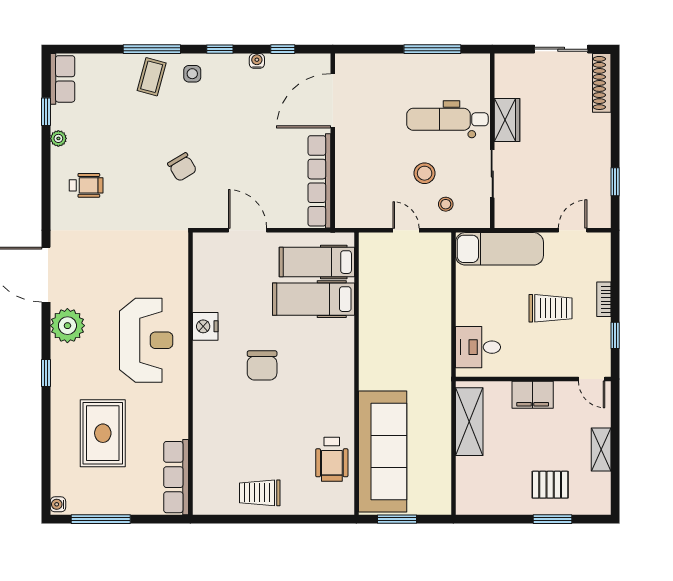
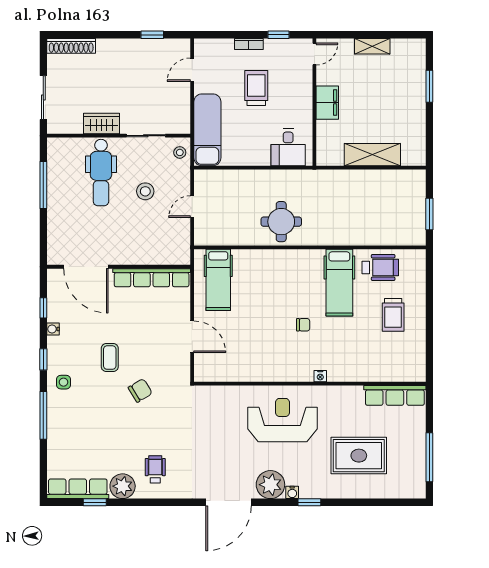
sliding door: (561, 49) -> (43, 98), moved
coffee table: (152, 77) -> (110, 358), moved, turned 75
row of seats: (62, 79) -> (78, 489), width x1.48
plant: (58, 138) -> (123, 486), width x1.88, depth x1.88
stool: (446, 204) -> (180, 152), moved
door: (248, 230) -> (192, 337), swing flipped
door: (573, 230) -> (192, 70), hinge flipped
hospital bed: (313, 299) -> (339, 283), moved
nightstand: (205, 326) -> (320, 376), moved, width x0.53, depth x0.56
round table: (388, 339) -> (281, 222), added
chair: (262, 365) -> (303, 325), width x0.54, depth x0.54
shelving: (469, 422) -> (372, 155), moved
sofa: (383, 452) -> (374, 226), removed
pallet: (550, 485) -> (401, 88), removed
trolley: (260, 493) -> (393, 315), moved
water cooler: (58, 504) -> (292, 492), moved

